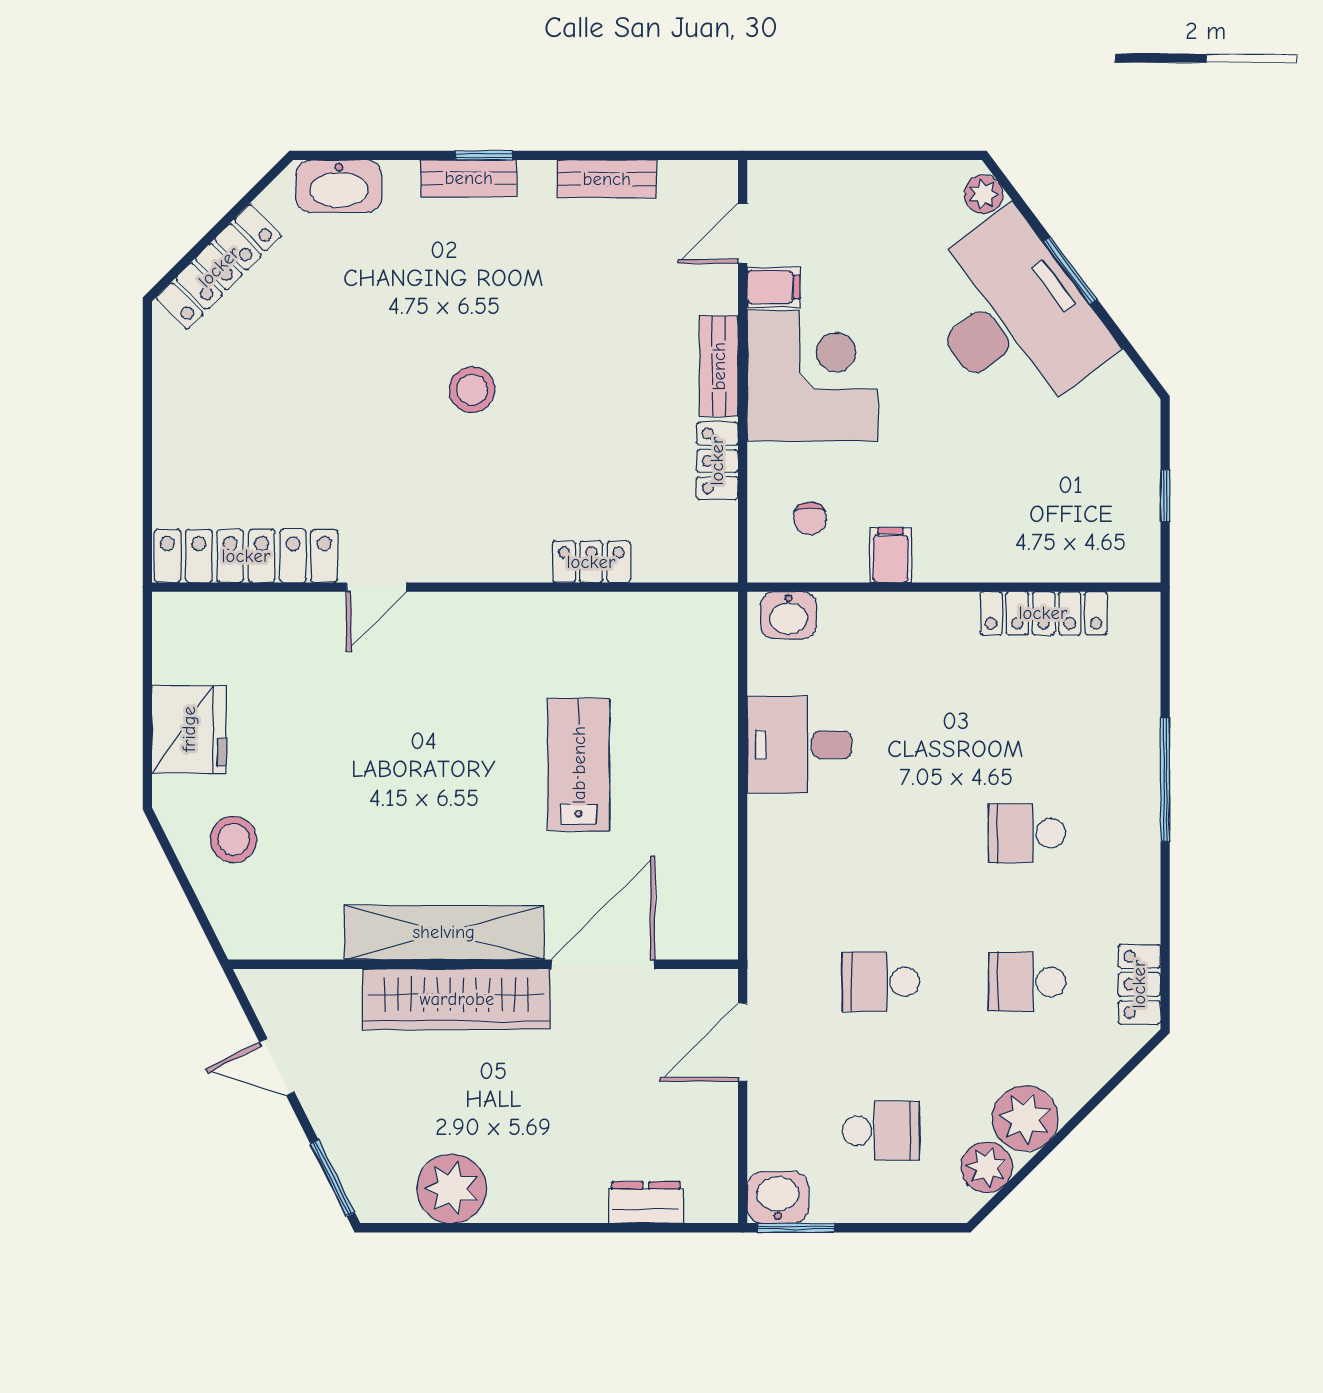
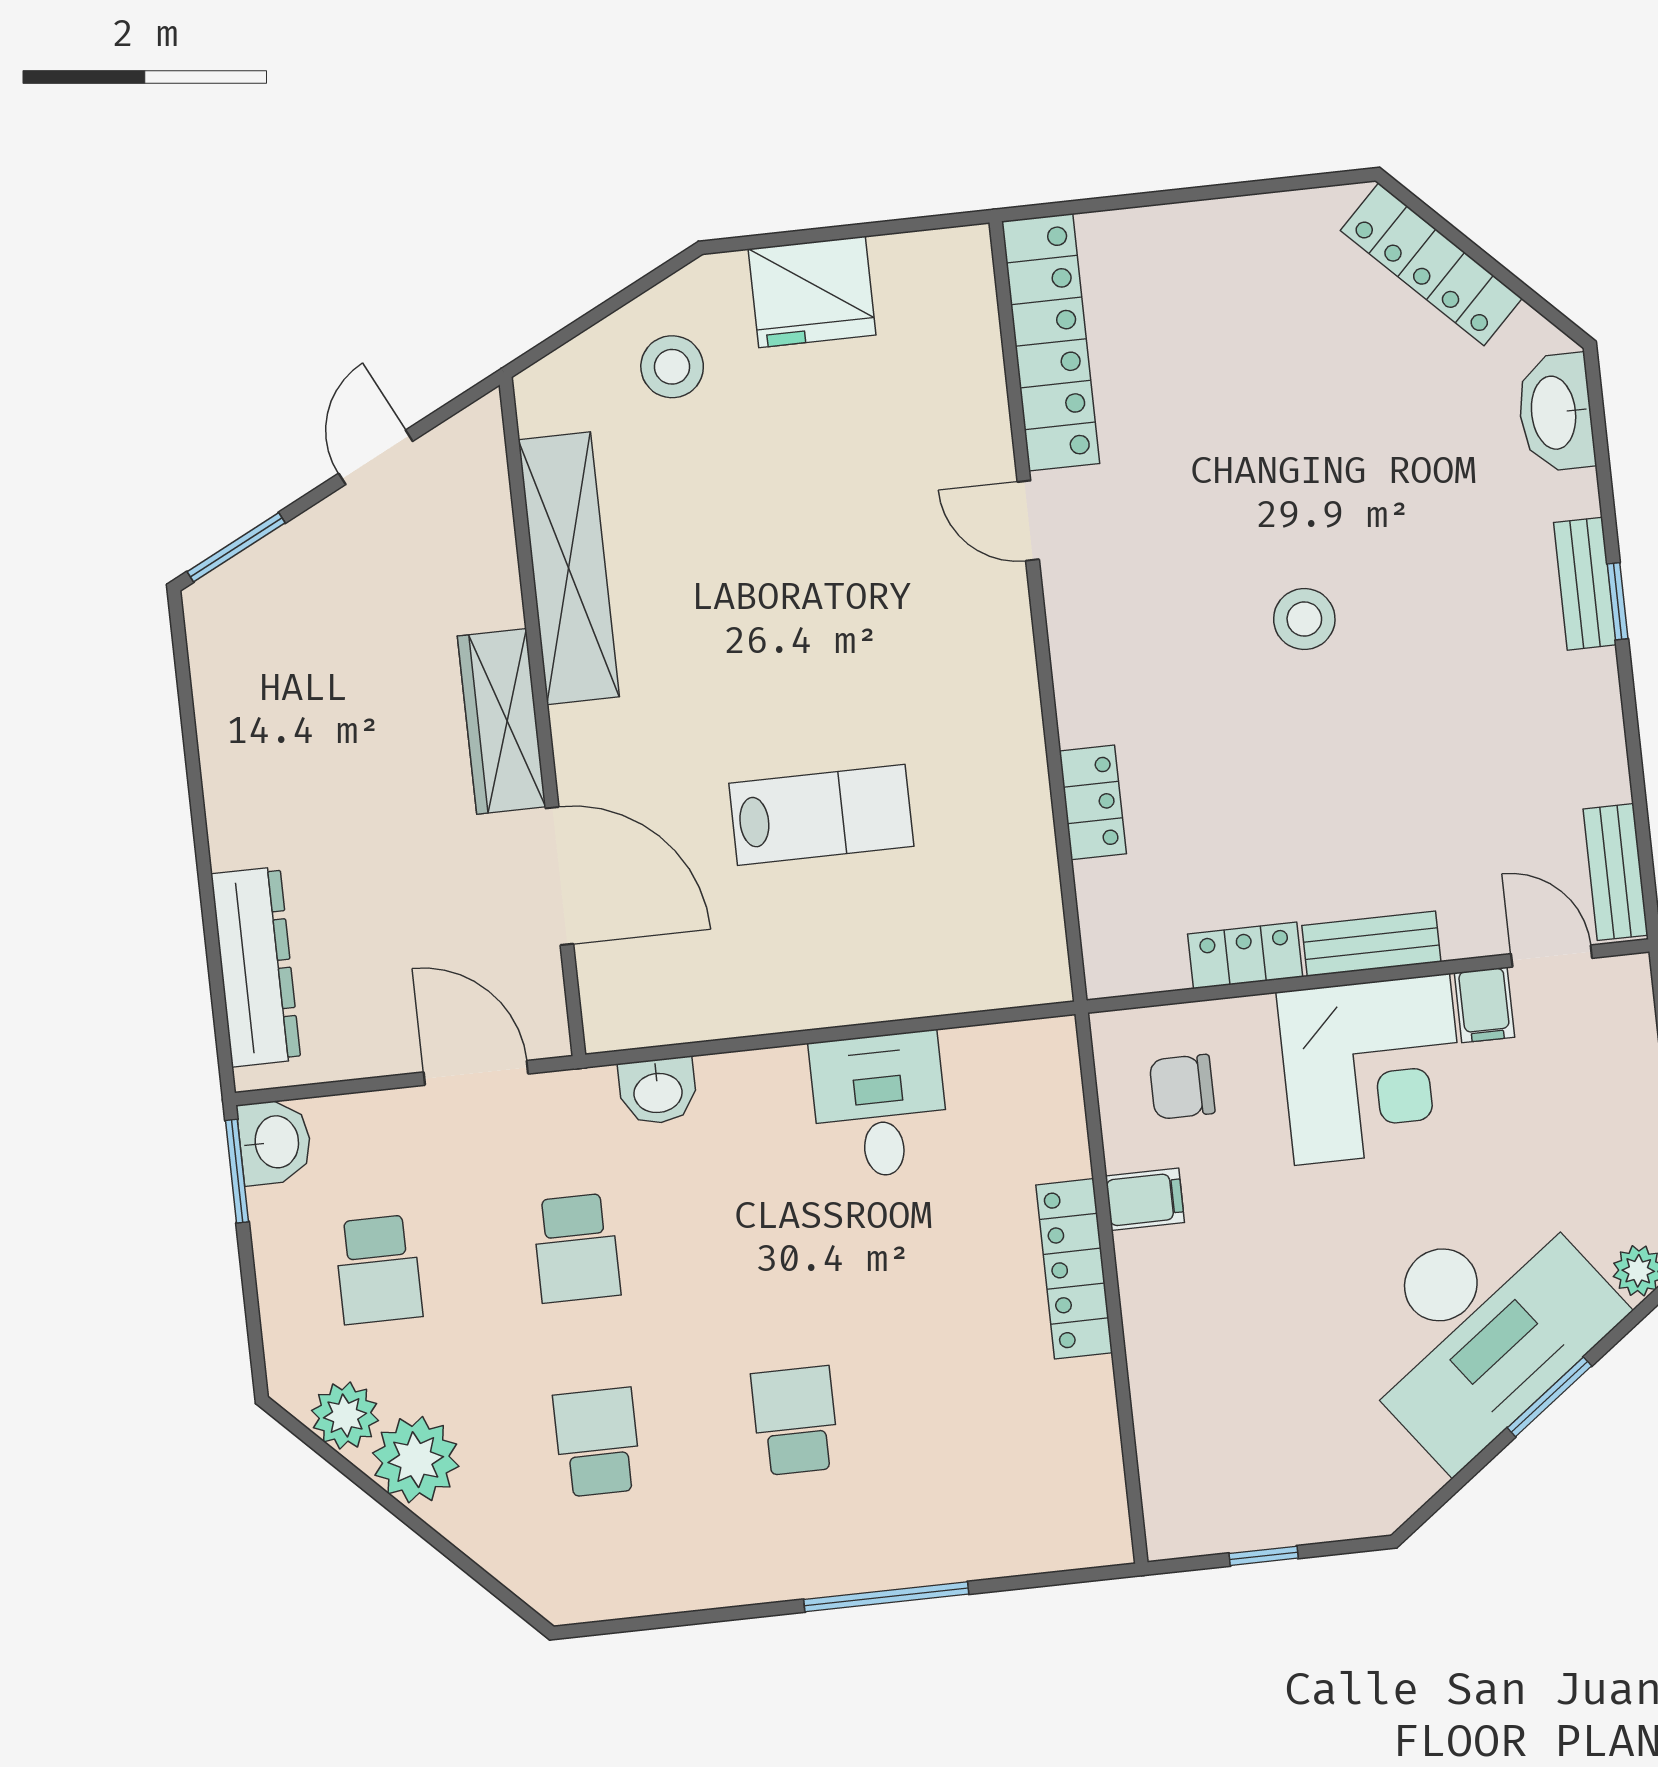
bench: (607, 179) -> (1615, 872), moved
chair: (810, 518) -> (1182, 1087), width x1.37, depth x1.37
locker: (1043, 613) -> (1074, 1269), moved
washbasin: (788, 615) -> (658, 1091), moved, turned -90
shelving: (444, 932) -> (569, 568), moved
school desk: (881, 982) -> (576, 1248), turned 180
locker: (1139, 984) -> (610, 1592), removed
wardrobe: (457, 999) -> (502, 721), width x0.71, depth x0.85
plant: (452, 1189) -> (239, 707), removed
dresser: (646, 1202) -> (256, 967), width x1.96, depth x1.24

